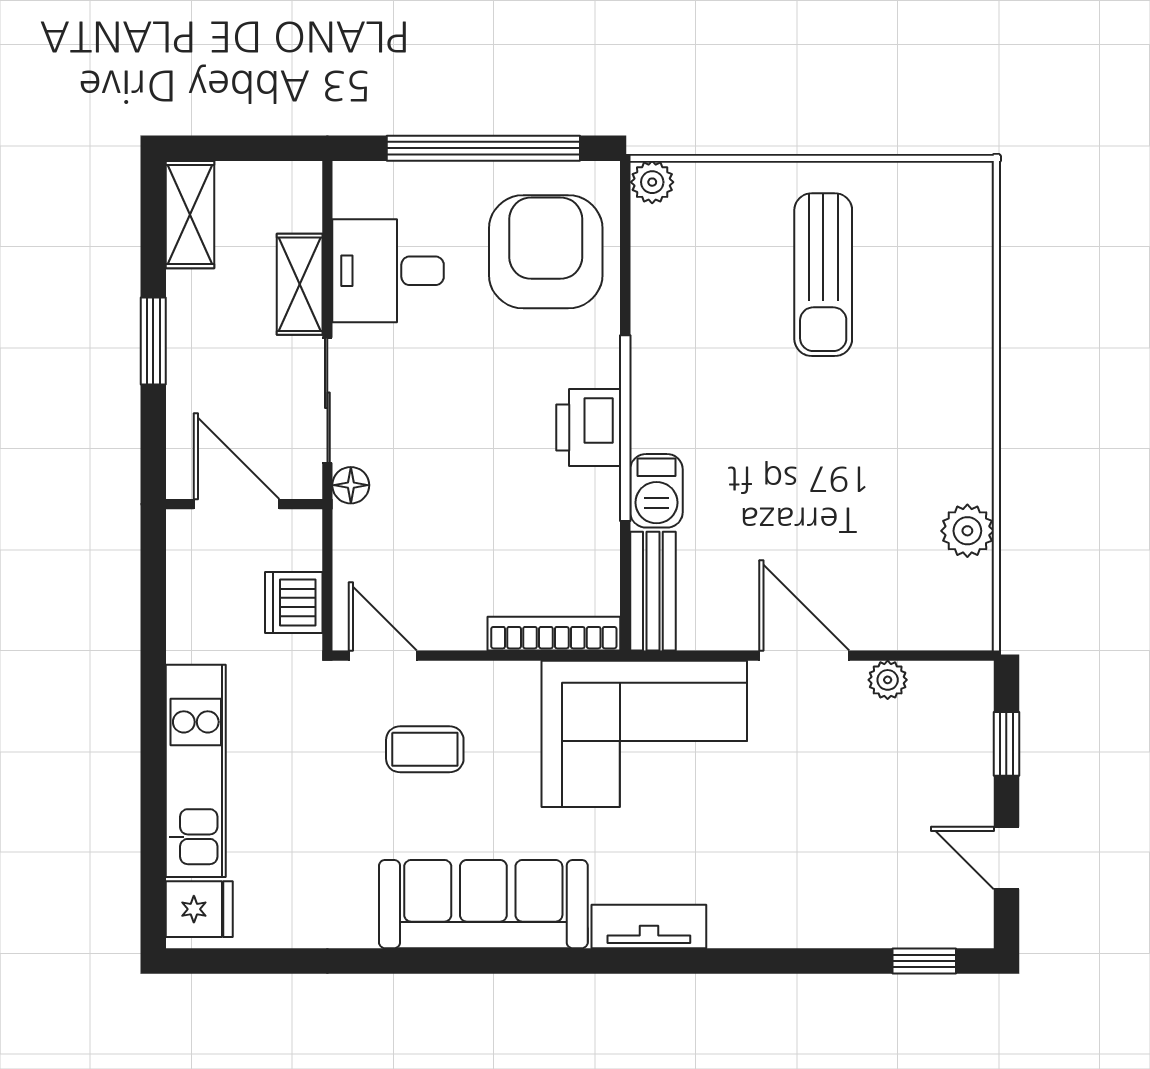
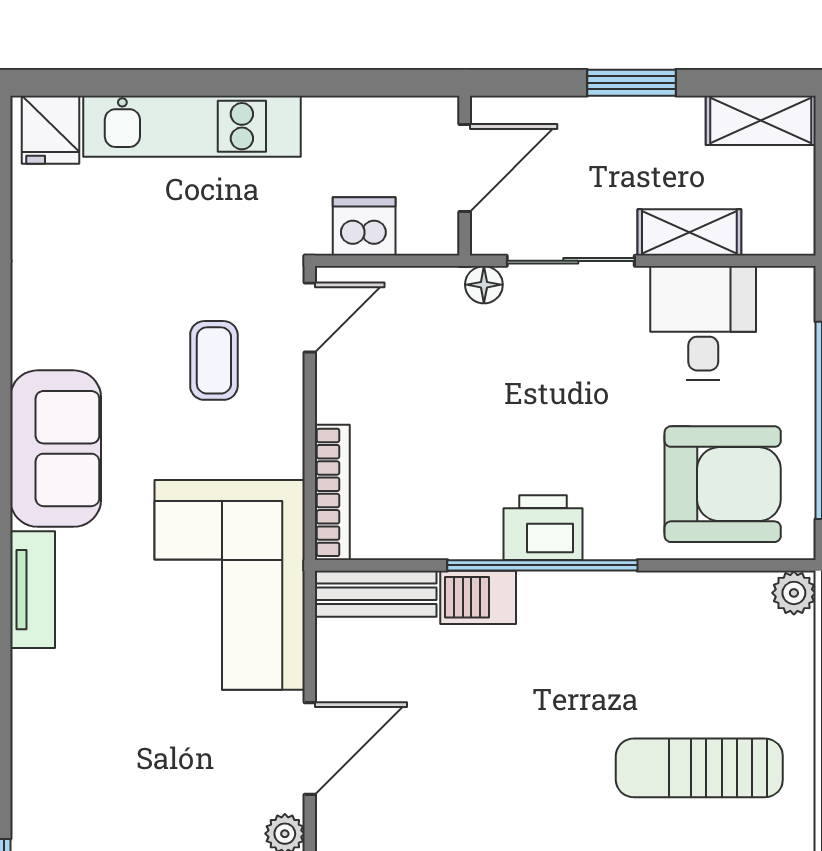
sofa: (483, 904) -> (56, 449), width x0.73

